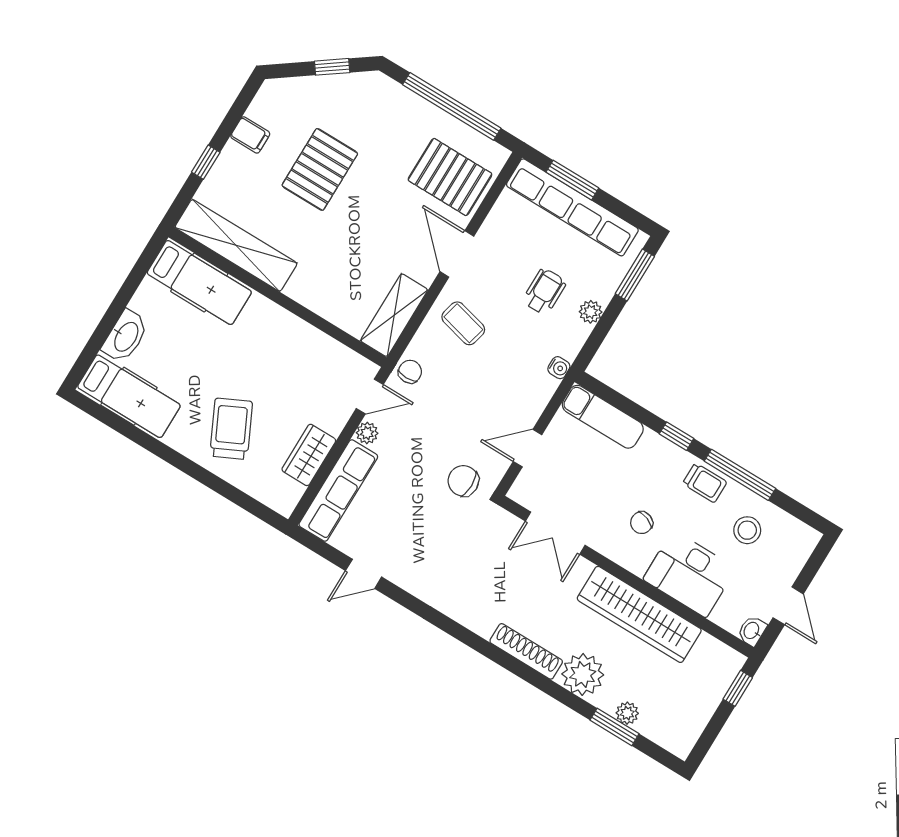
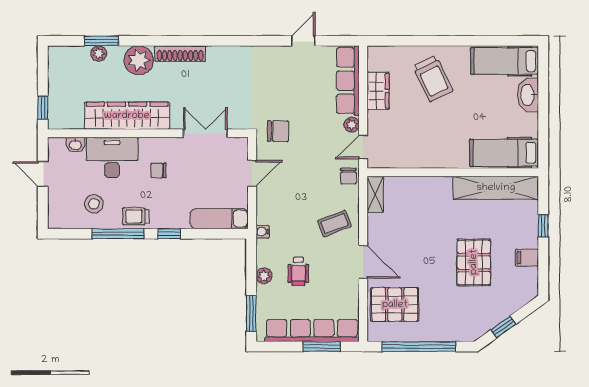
shelving: (394, 315) -> (375, 194), width x0.67, depth x0.75
coffee table: (463, 323) -> (335, 223), turned -35
chair: (642, 523) -> (159, 170), turned -110
washbasin: (752, 631) -> (75, 145), moved, turned 90

